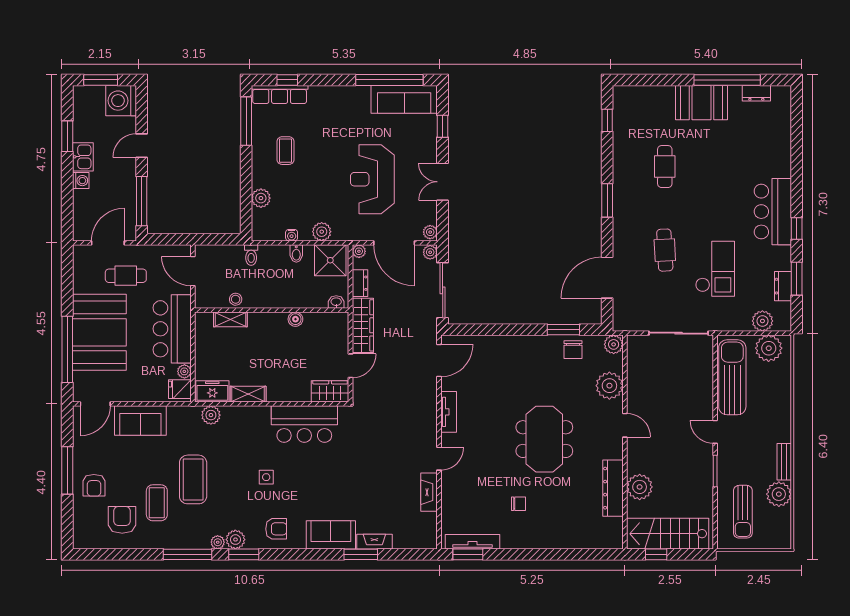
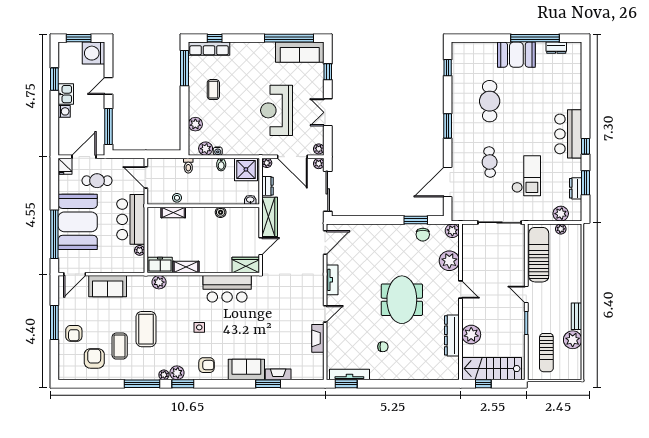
cafe table: (665, 167) -> (490, 101), width x1.37, depth x1.35
plant: (322, 232) -> (206, 149), moved
plant: (769, 348) -> (561, 229), width x0.53, depth x0.53
fridge: (180, 389) -> (65, 166), moved, turned -90

